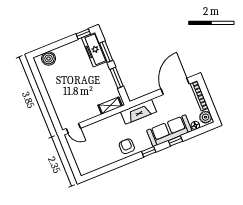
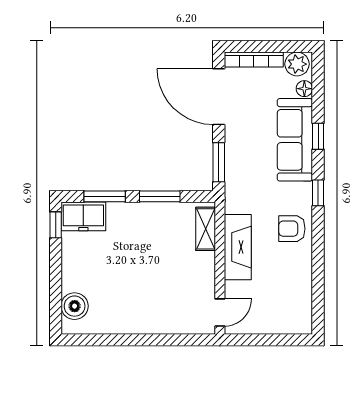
freezer: (94, 50) -> (83, 216), width x0.71
window: (144, 99) -> (219, 162), added
fireplace: (139, 112) -> (238, 247), moved

